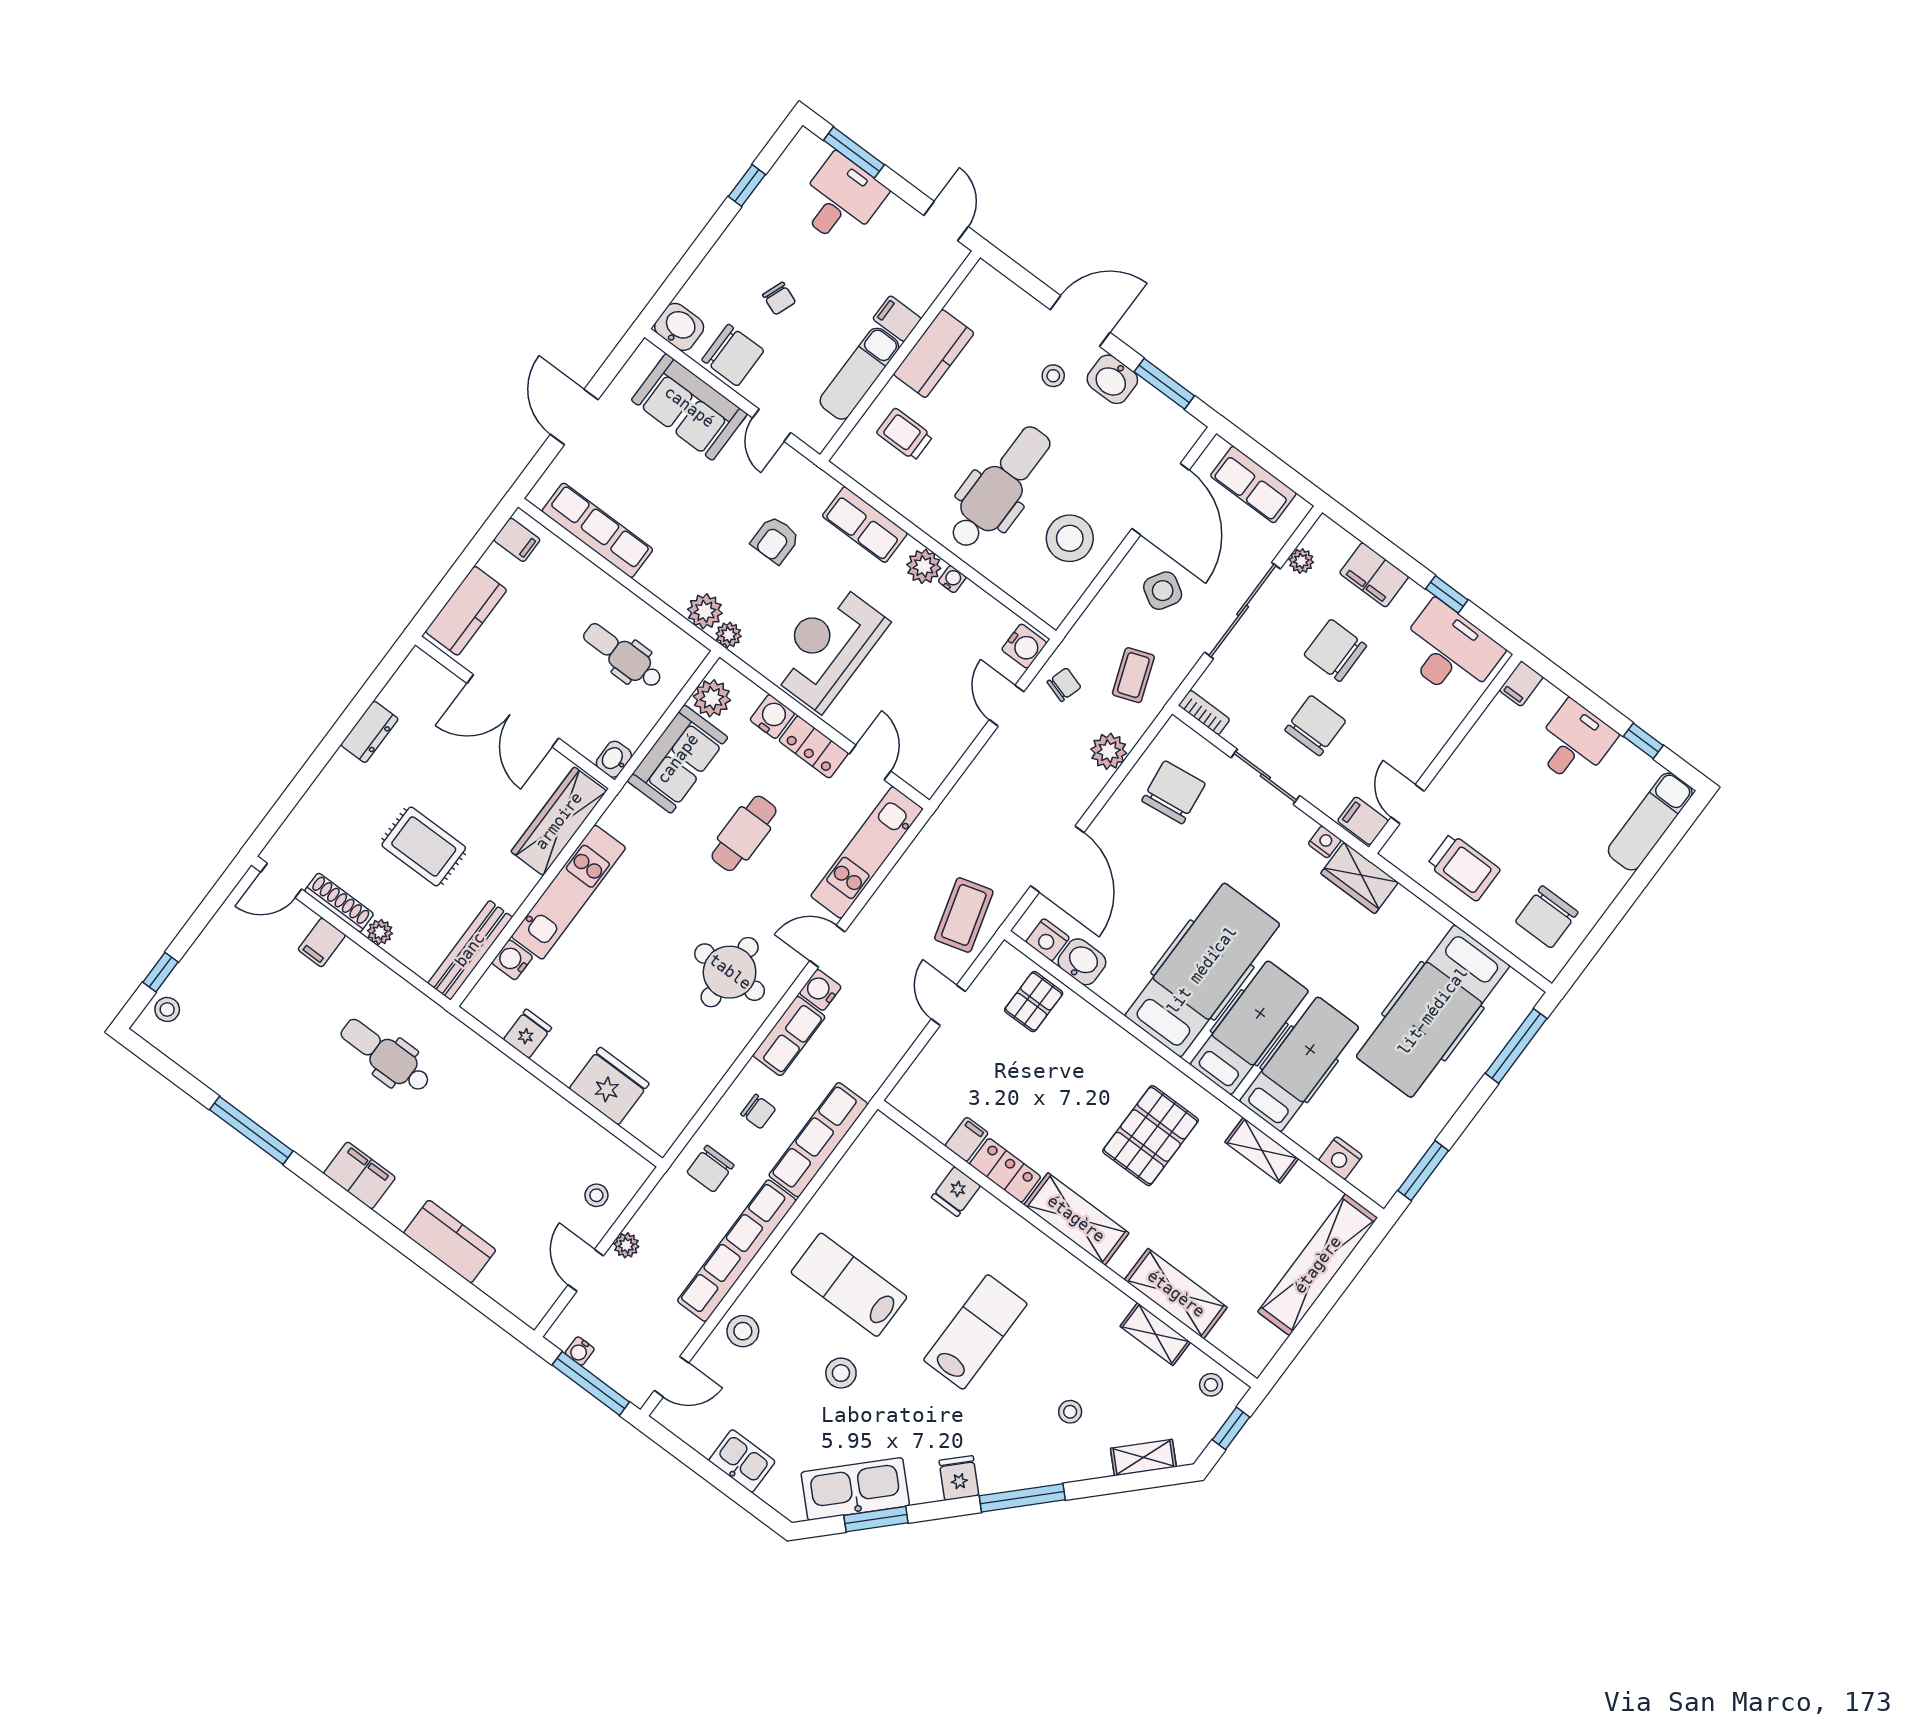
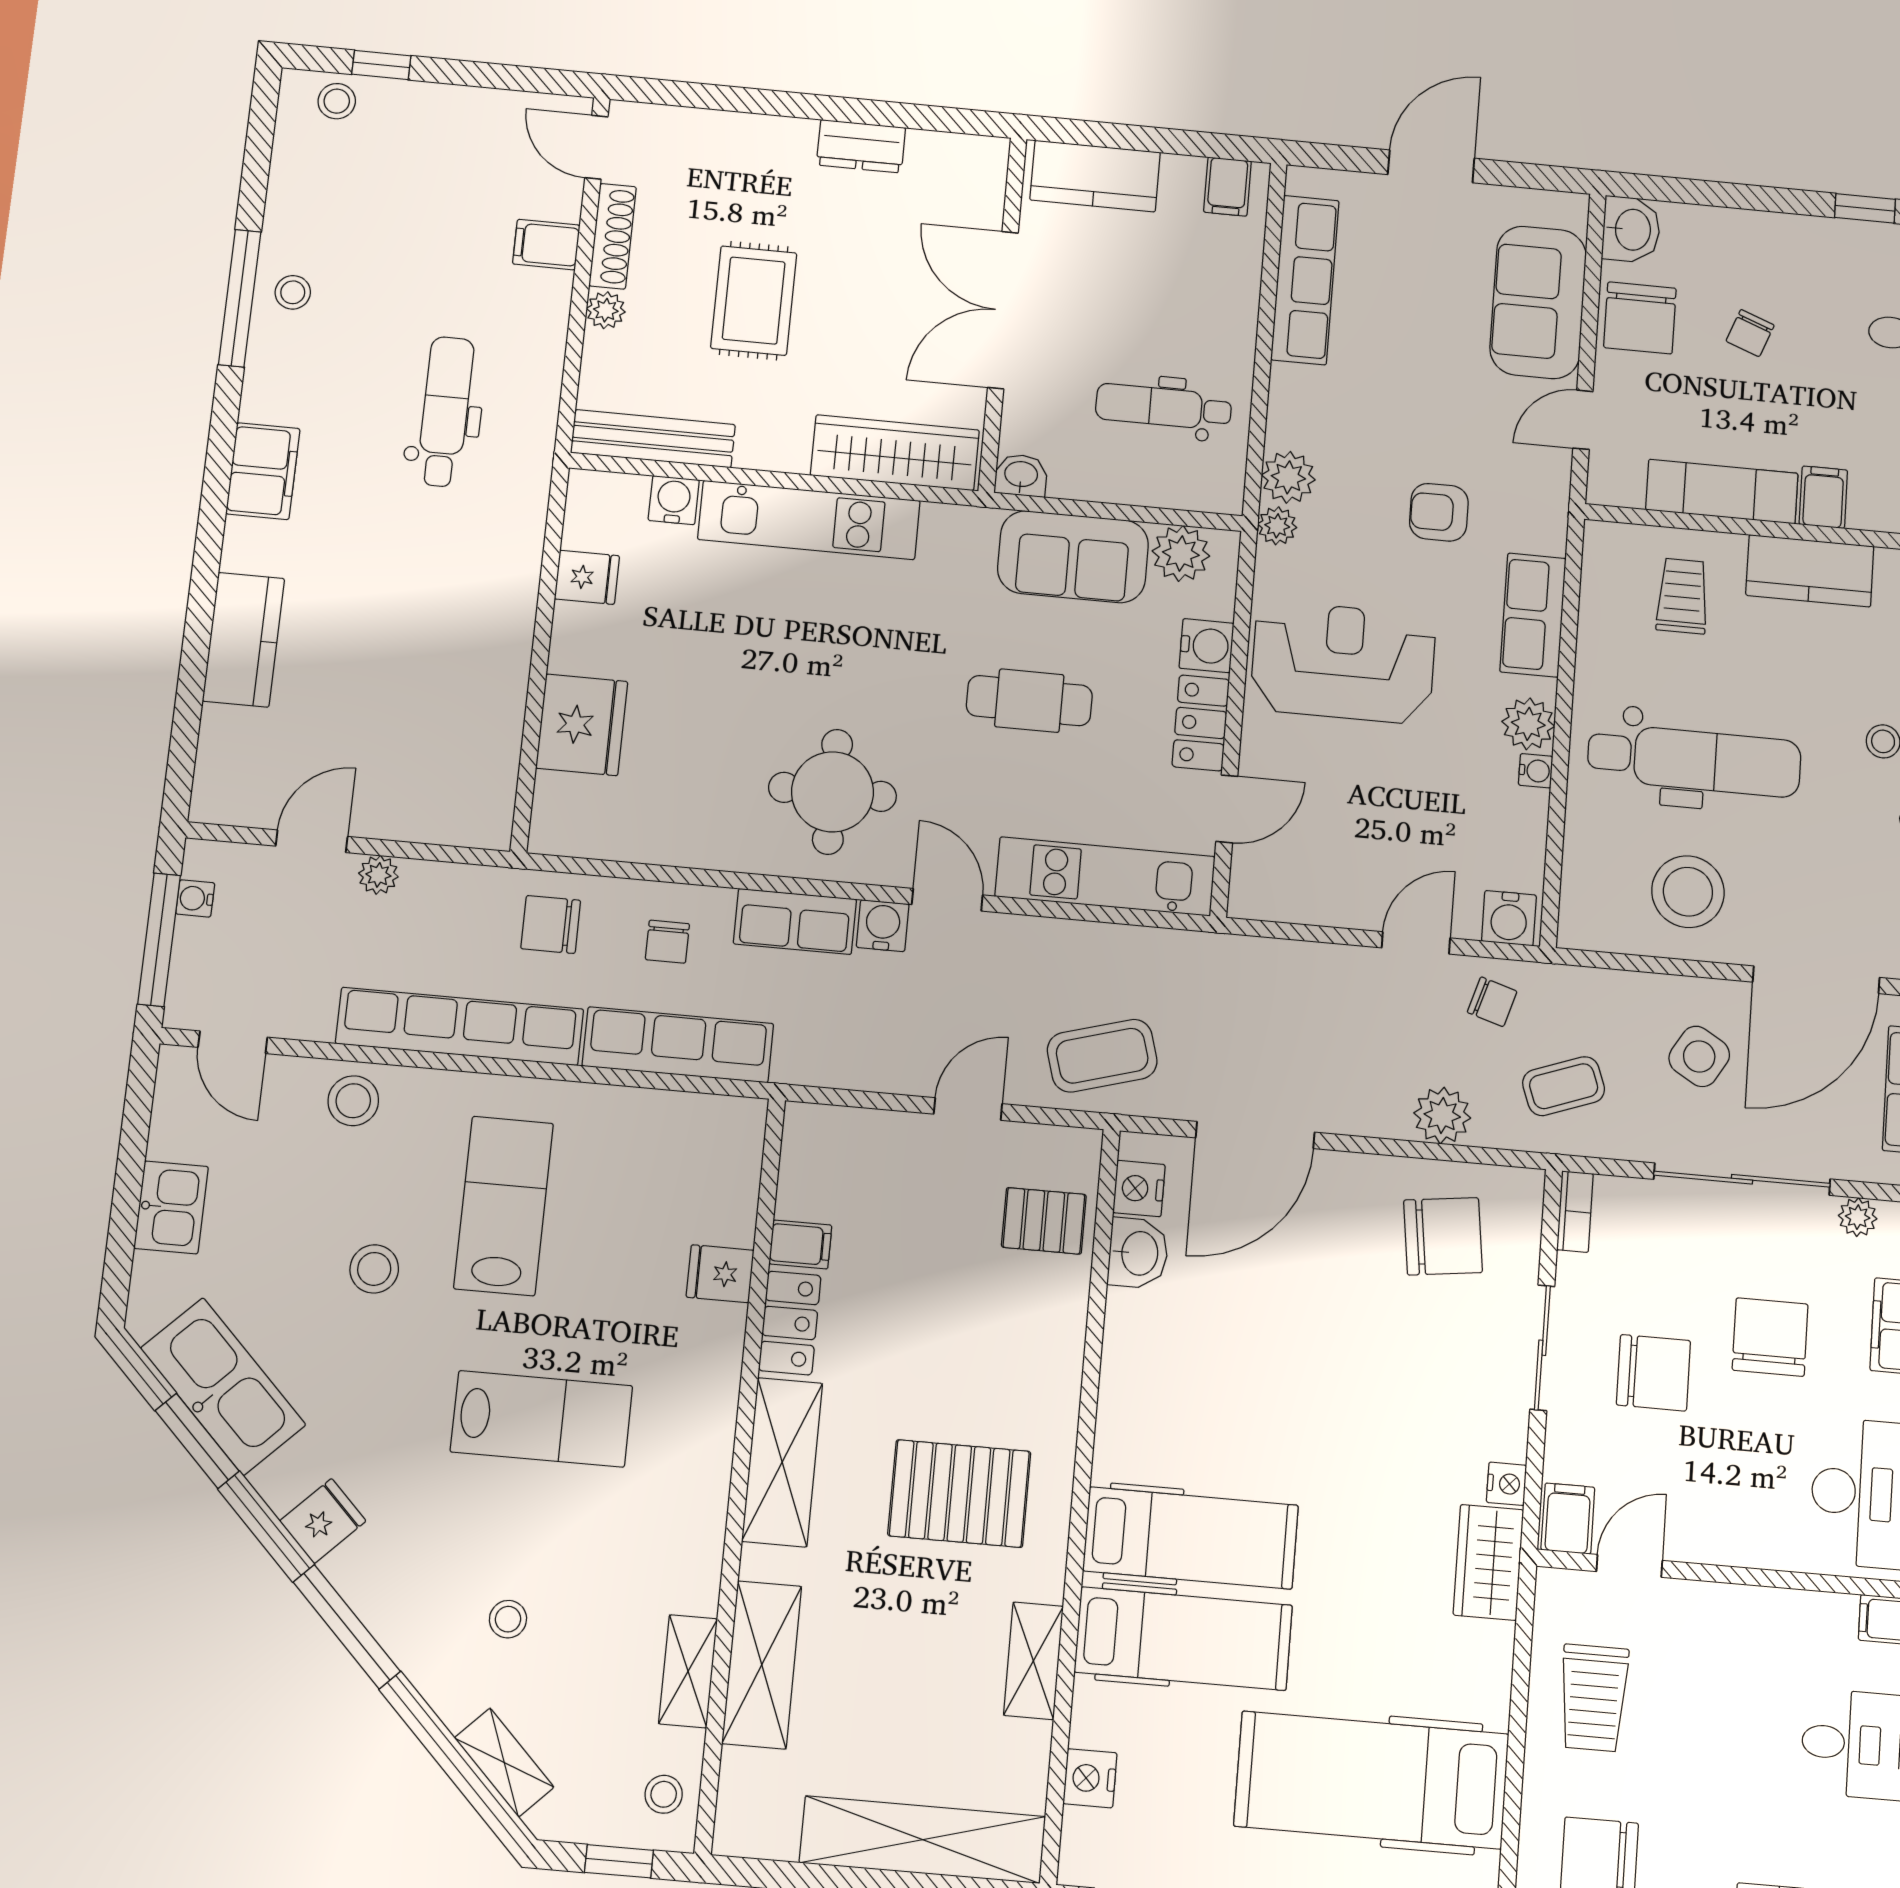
dental chair: (623, 656) -> (1164, 407), turned -90
hospital bed: (1202, 970) -> (1229, 1424), removed
stool: (596, 1195) -> (293, 292), moved

